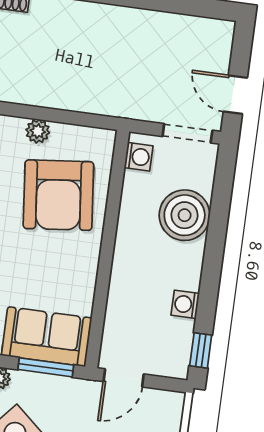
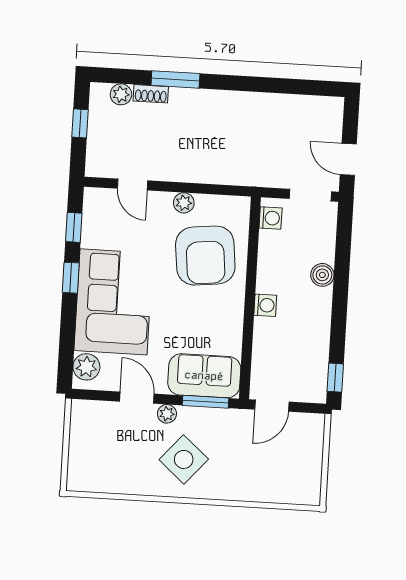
boiler: (185, 215) -> (322, 275), width x0.54, depth x0.54
washing machine: (185, 304) -> (265, 305), moved, turned 180

